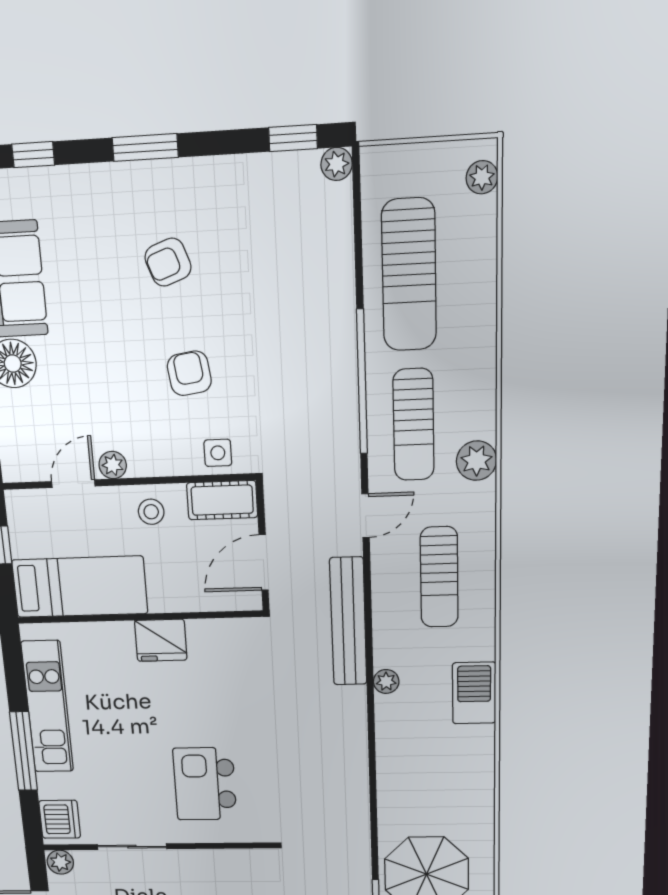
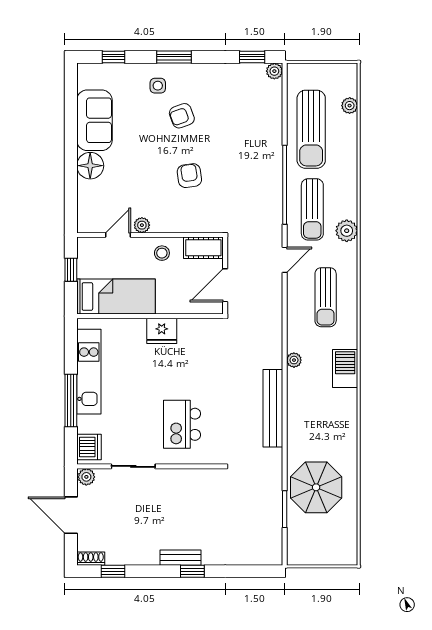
plant: (482, 177) -> (350, 106), moved
side table: (218, 453) -> (158, 86), moved
bench: (348, 622) -> (273, 408), moved

